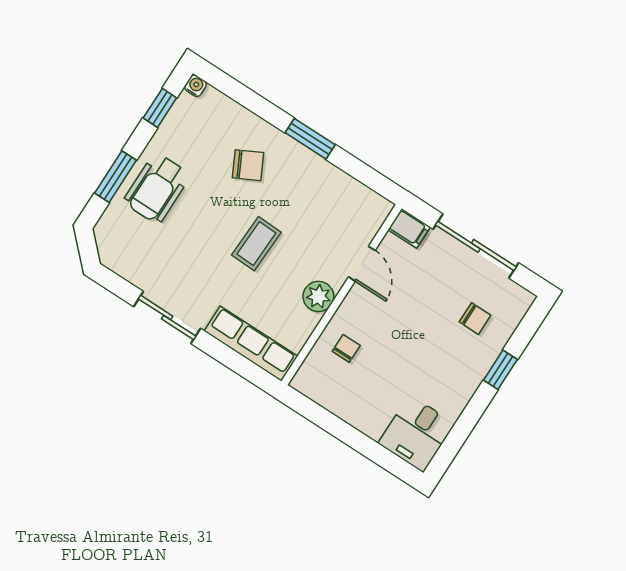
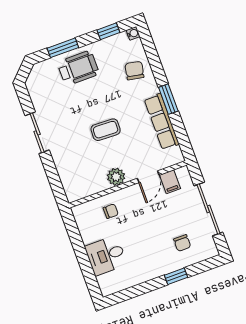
chair: (248, 165) -> (134, 71), moved, turned -142
wheelchair: (157, 188) -> (78, 68), turned 180
filing cabinet: (409, 228) -> (170, 182), moved
row of seats: (251, 344) -> (162, 122), moved, turned 180
desk: (416, 433) -> (106, 255), moved

